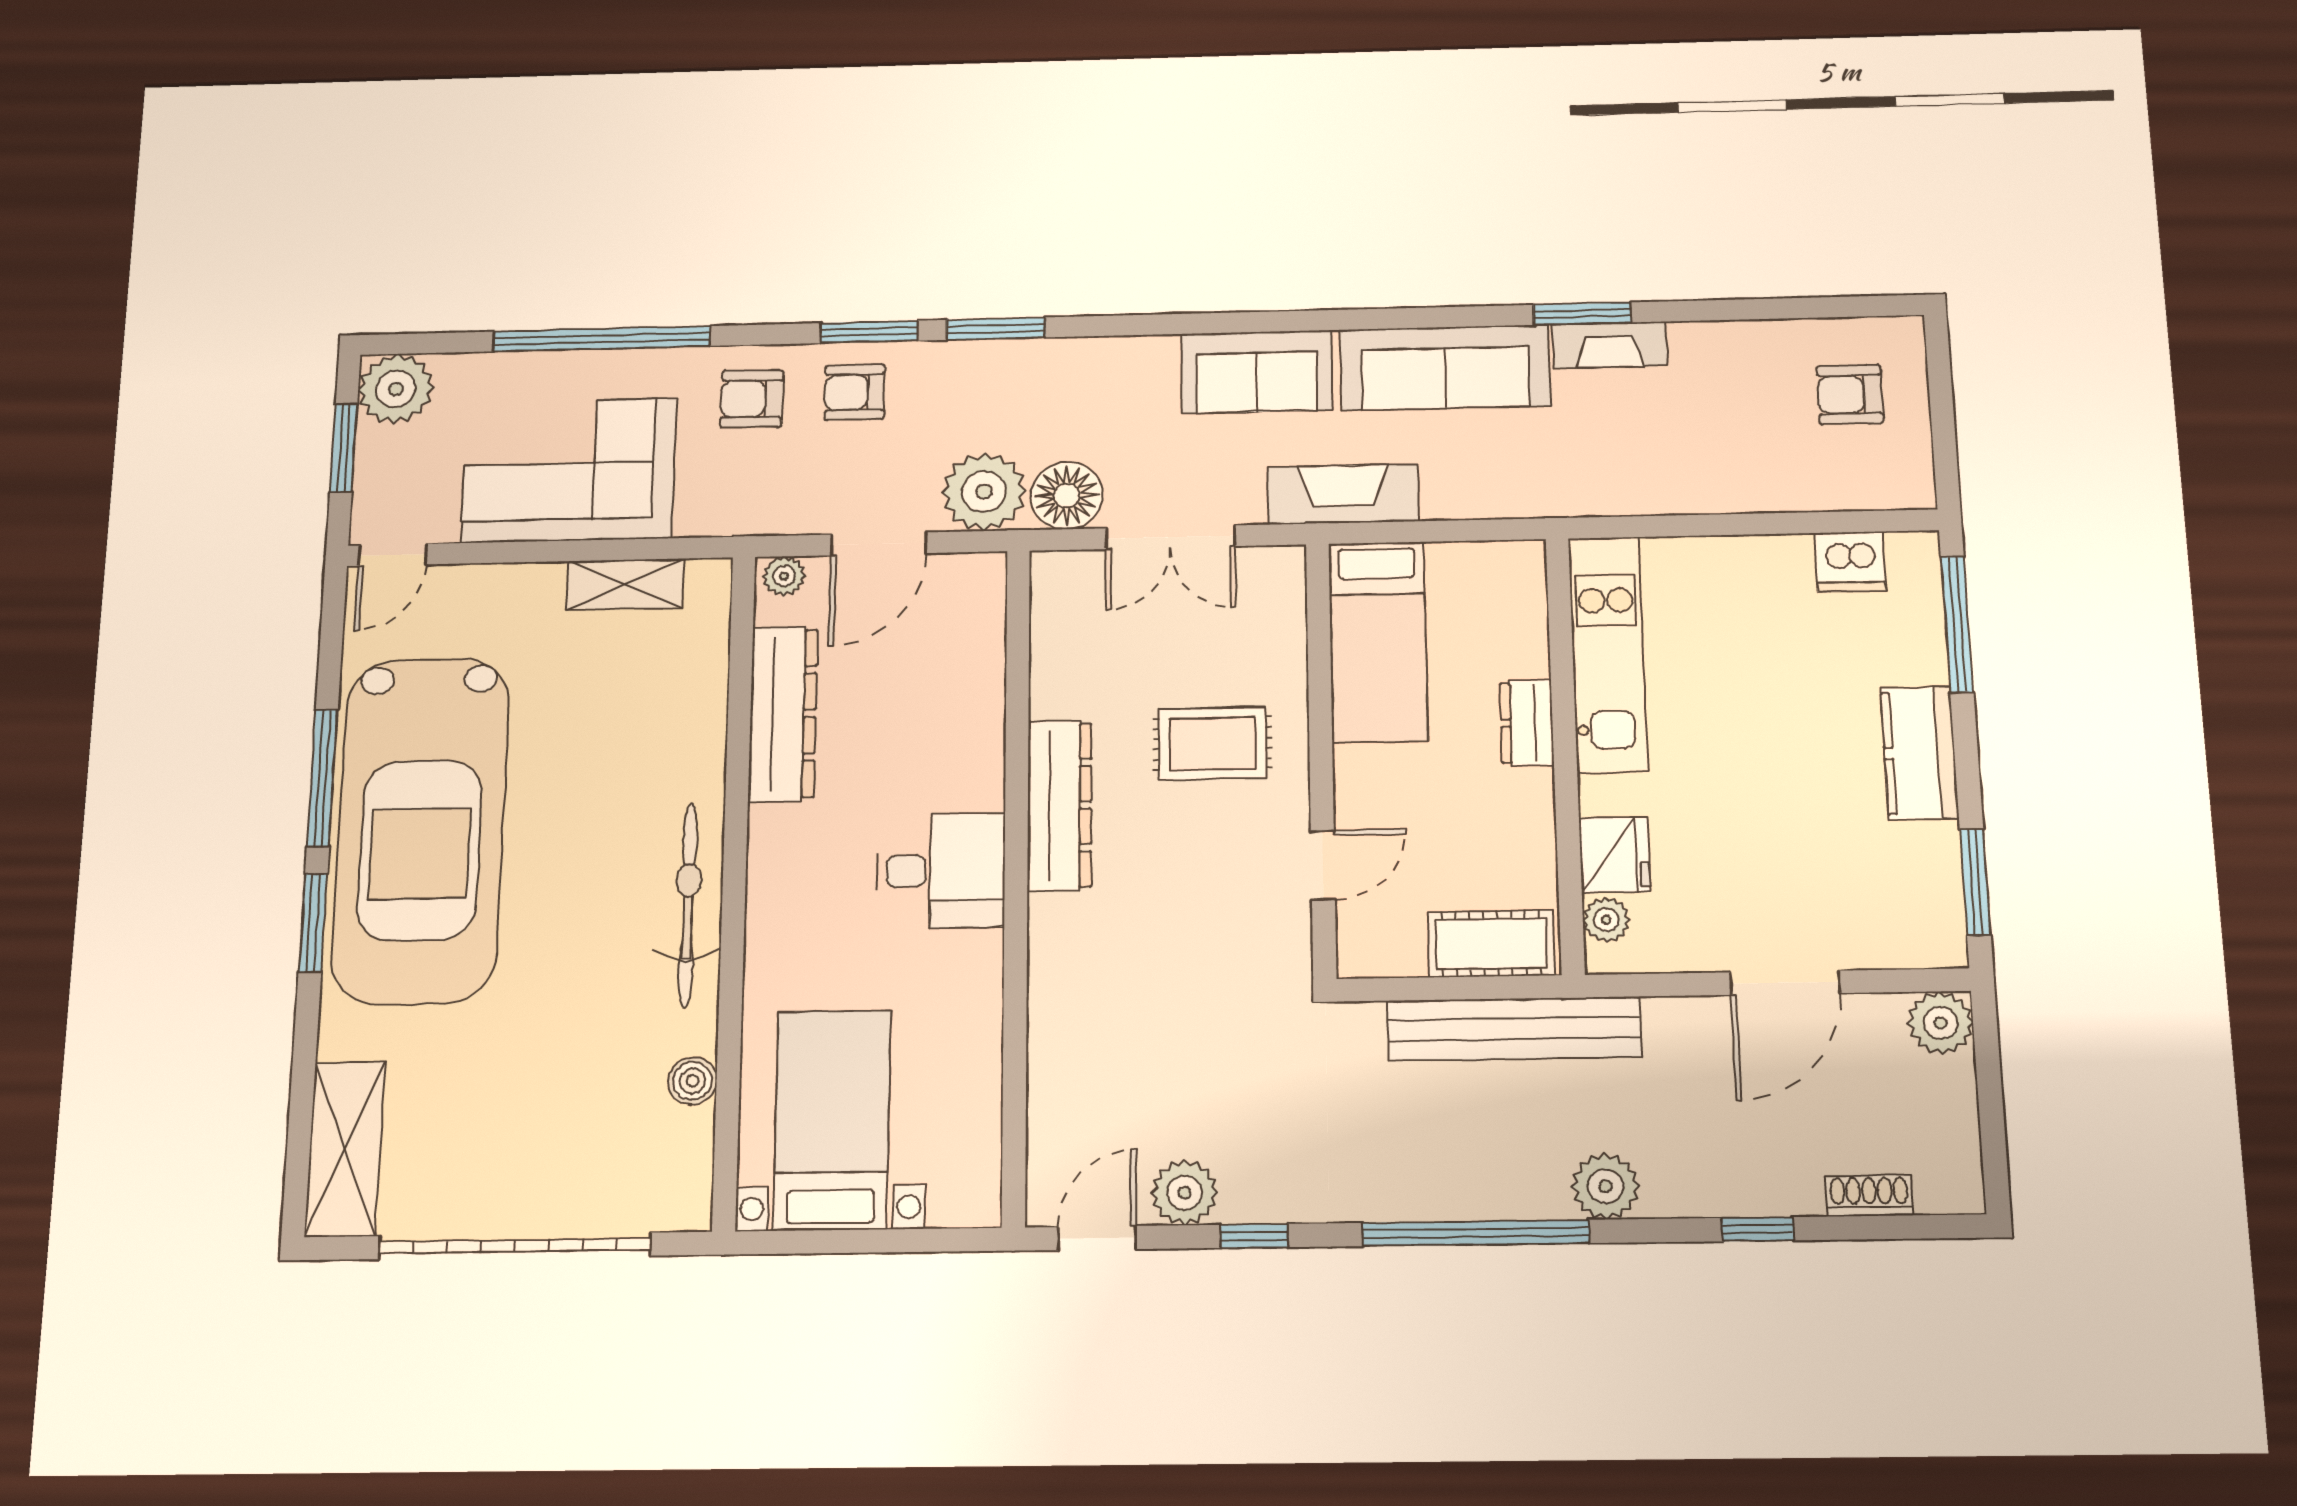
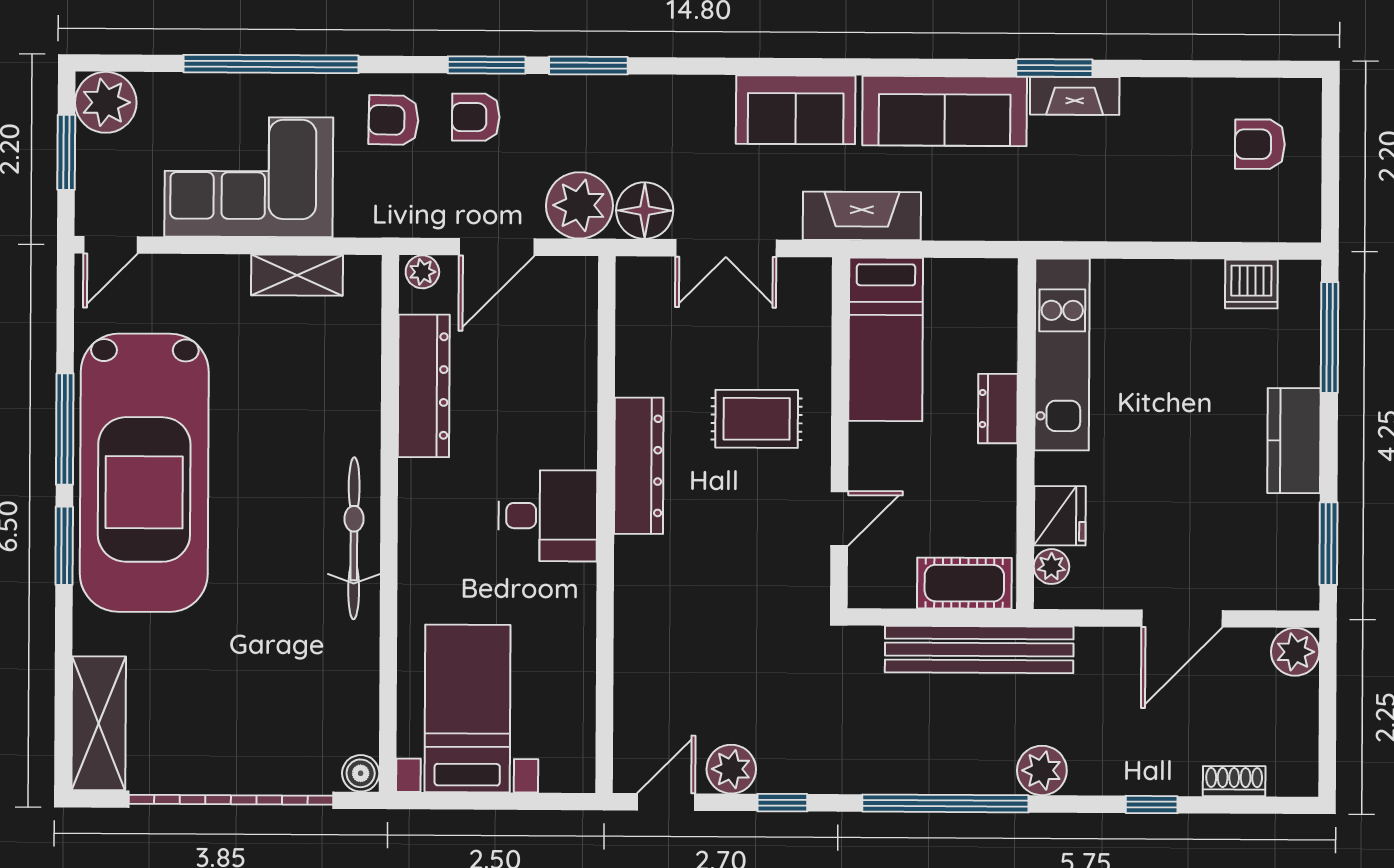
boiler: (692, 1081) -> (361, 773), moved

